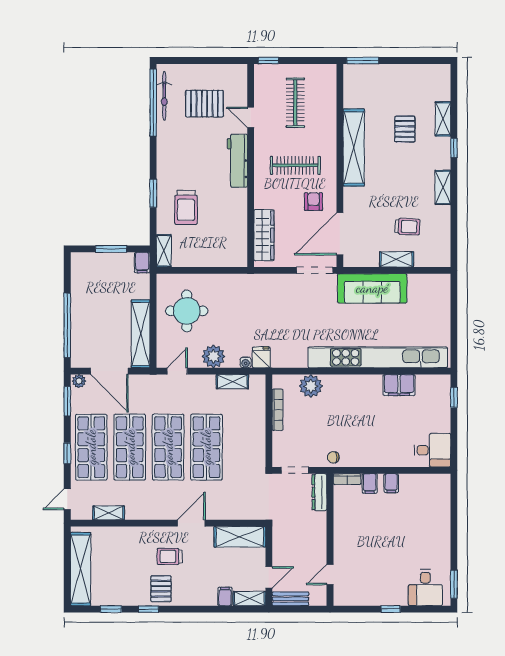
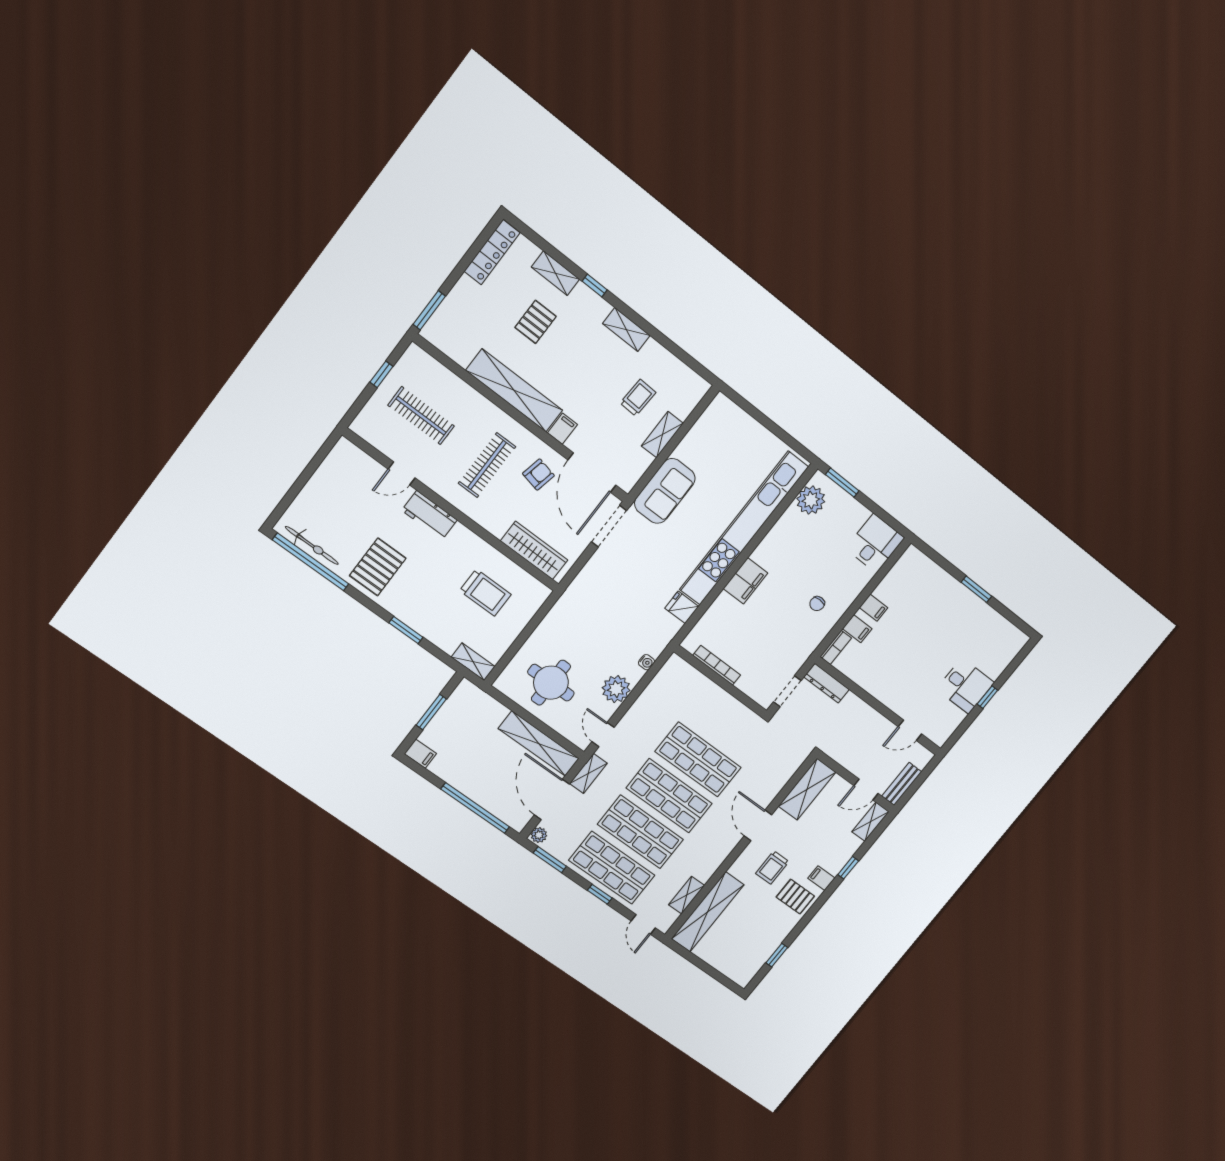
window: (268, 60) -> (381, 374), moved
locker: (426, 72) -> (492, 252), added
pallet: (204, 104) -> (378, 567), moved
pallet: (405, 129) -> (536, 322), turned 90
workbench: (237, 161) -> (429, 515), width x0.73
filing cabinet: (353, 195) -> (562, 429), added
armchair: (313, 202) -> (538, 475), turned 102
trolley: (186, 207) -> (485, 593), moved
filing cabinet: (142, 263) -> (420, 754), moved
sofa: (372, 288) -> (665, 491), width x0.73
fridge: (261, 357) -> (682, 607), moved
door: (109, 371) -> (552, 800), swing flipped
shelving: (232, 382) -> (588, 773), moved
filing cabinet: (399, 385) -> (745, 581), moved
plant: (311, 386) -> (811, 500), moved
window: (454, 397) -> (842, 483), width x1.50
chair: (333, 457) -> (817, 604), moved
shelving: (81, 569) -> (708, 912), moved, turned 90
door: (330, 575) -> (910, 730), hinge flipped
door: (269, 577) -> (866, 790), swing flipped
window: (454, 584) -> (976, 589), moved
desk: (425, 588) -> (965, 686), moved
filing cabinet: (225, 596) -> (821, 878), moved
window: (149, 609) -> (848, 868), moved

